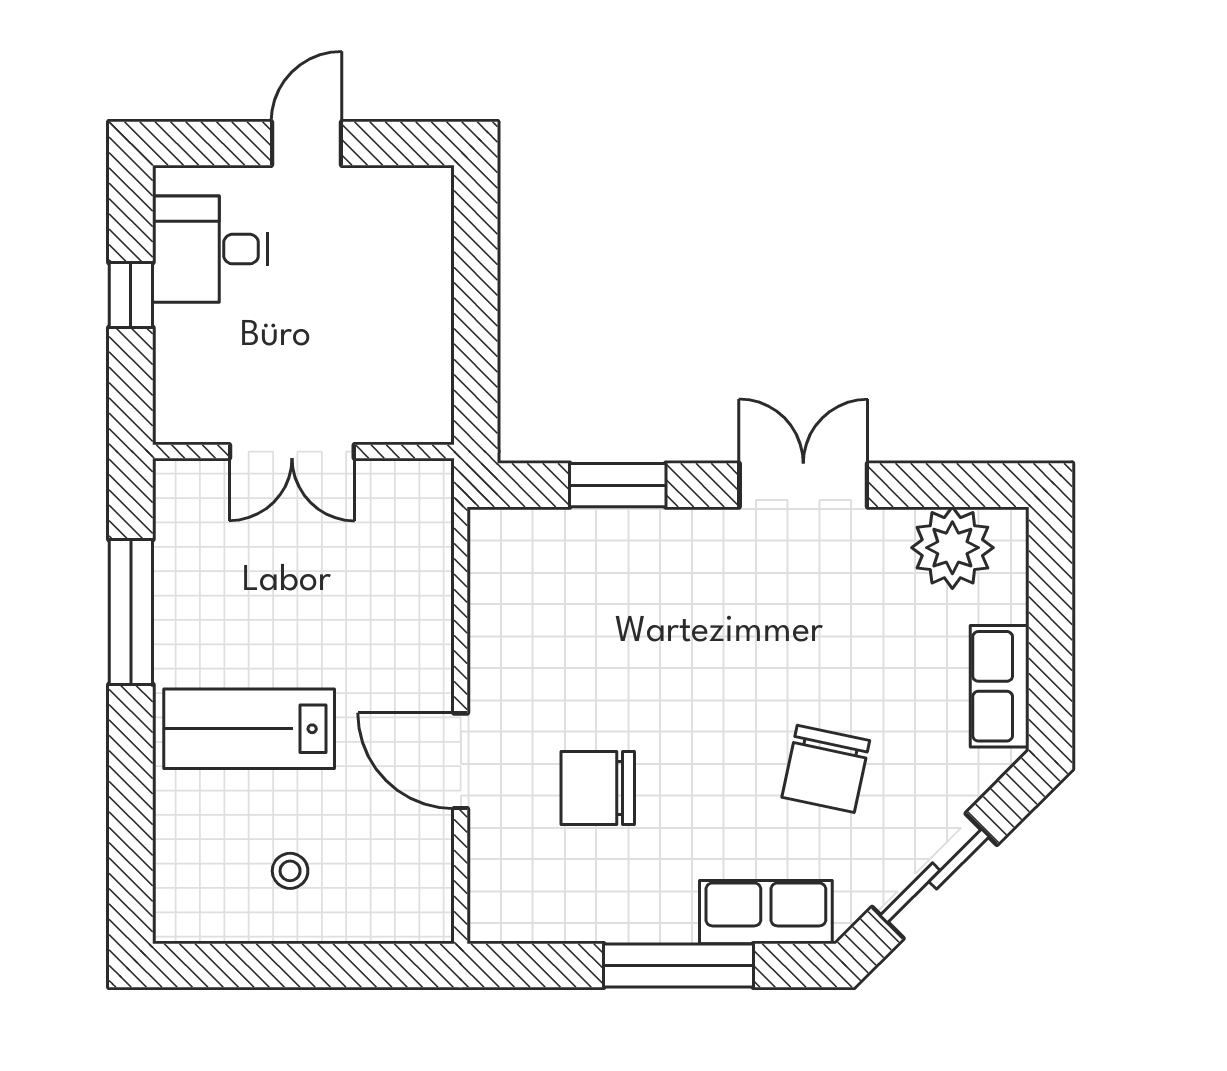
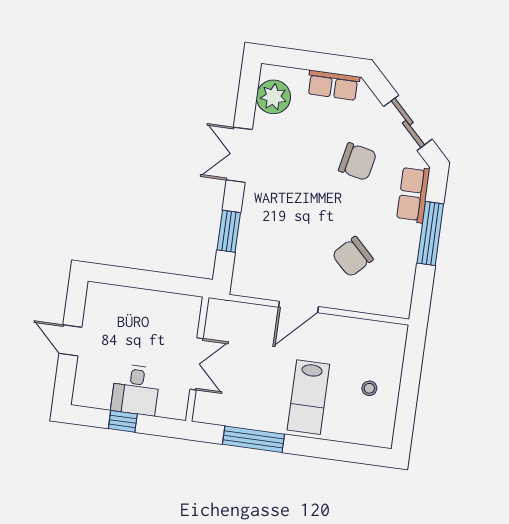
desk: (210, 249) -> (136, 390), moved
door: (461, 761) -> (298, 307), moved
chair: (598, 788) -> (353, 257), turned 45

